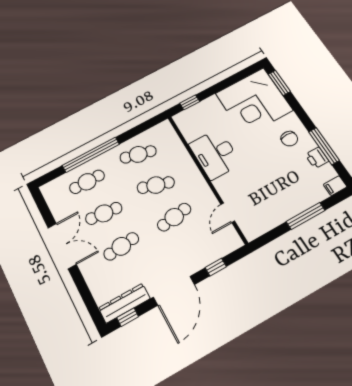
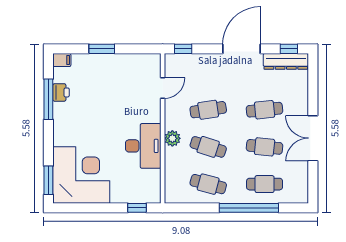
chair: (289, 139) -> (73, 123), removed
plant: (193, 174) -> (172, 138), added
window: (306, 216) -> (102, 49), width x0.69
window: (216, 267) -> (183, 49), moved

